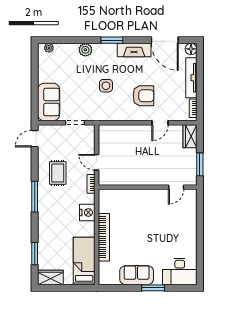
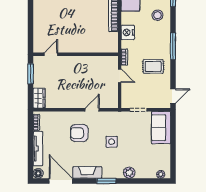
door: (160, 123) -> (92, 110), moved
rug: (58, 173) -> (153, 66), turned 90
stool: (53, 232) -> (157, 15), added

